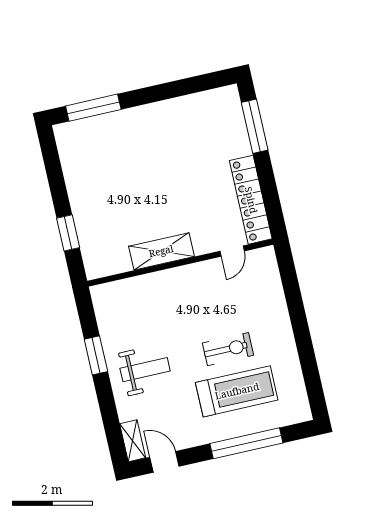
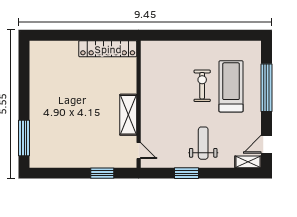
window: (255, 126) -> (60, 35), removed
door: (232, 251) -> (139, 151), moved

